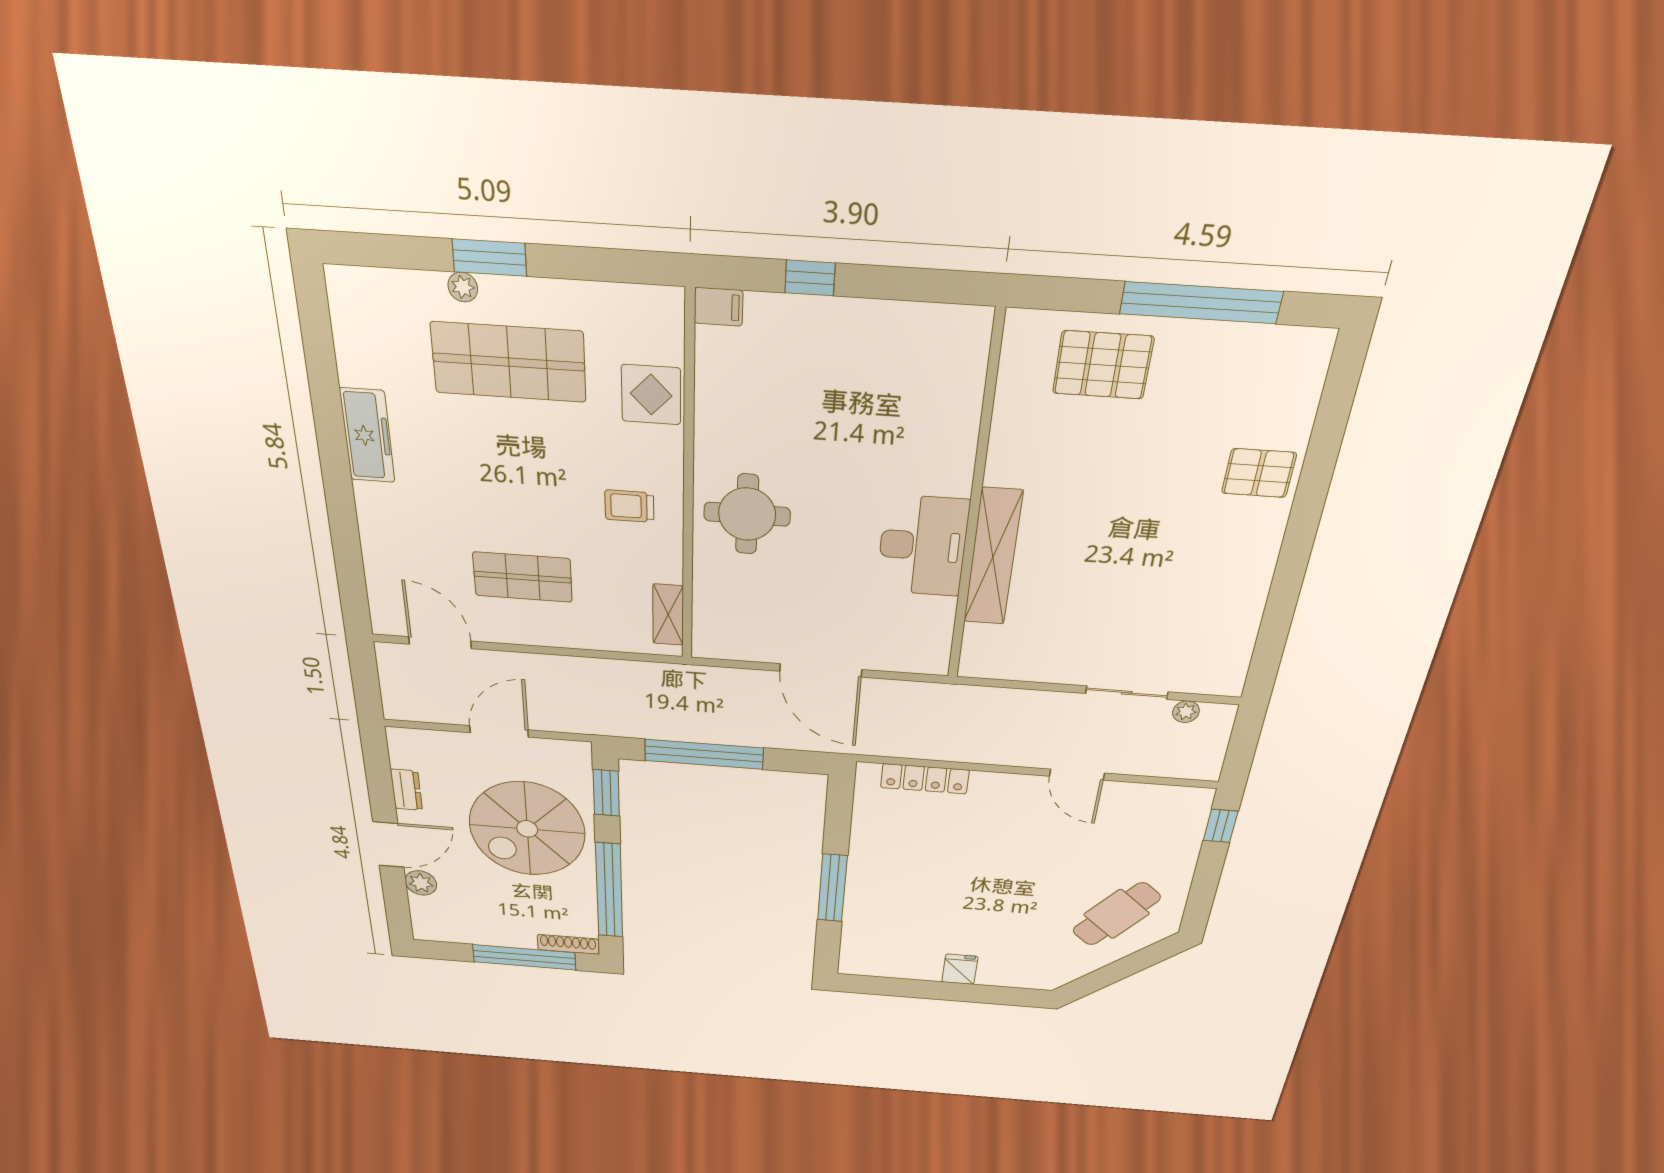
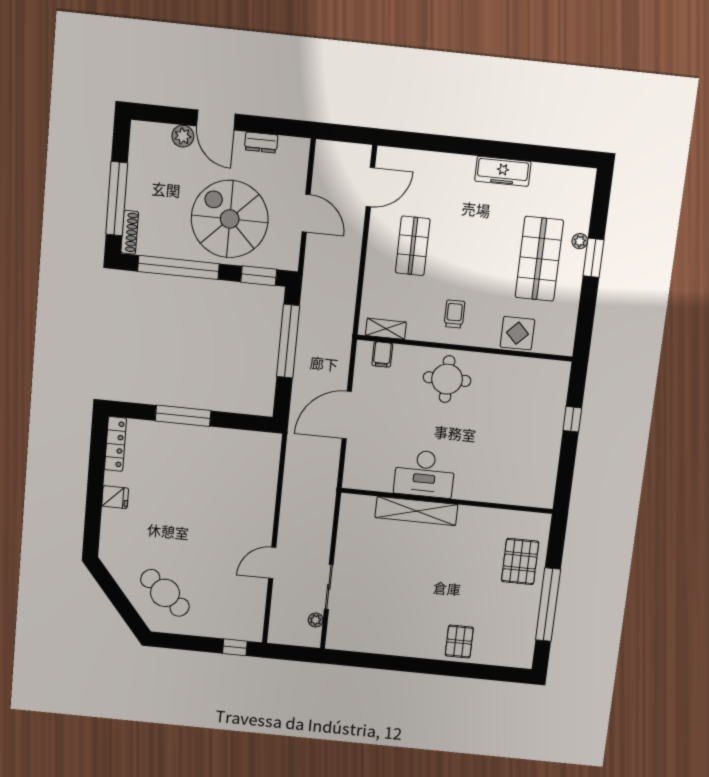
filing cabinet: (719, 307) -> (382, 354), moved
locker: (925, 779) -> (115, 444), moved, turned 180

